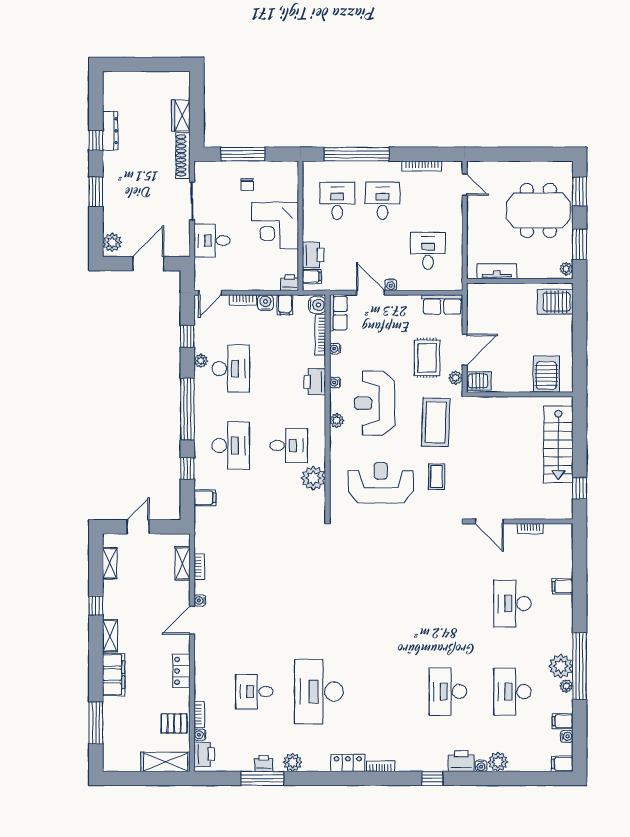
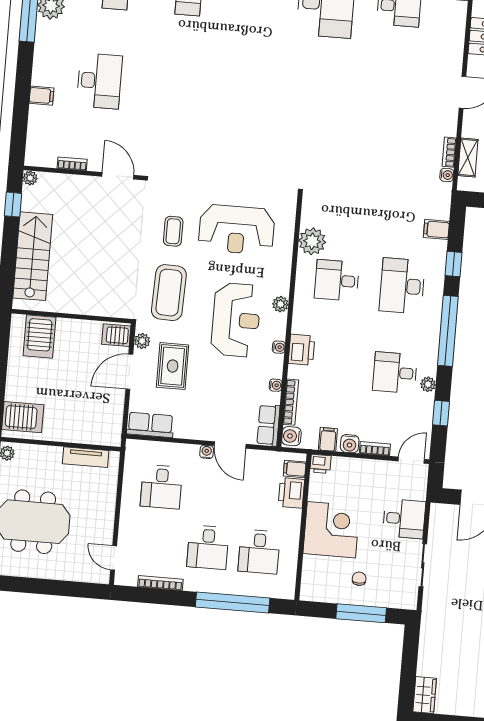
wardrobe: (181, 115) -> (425, 695), moved
shoe rack: (183, 155) -> (429, 618), removed
desk: (231, 369) -> (395, 373), width x0.73
plant: (566, 513) -> (30, 178), added
water cooler: (200, 600) -> (447, 175), moved

